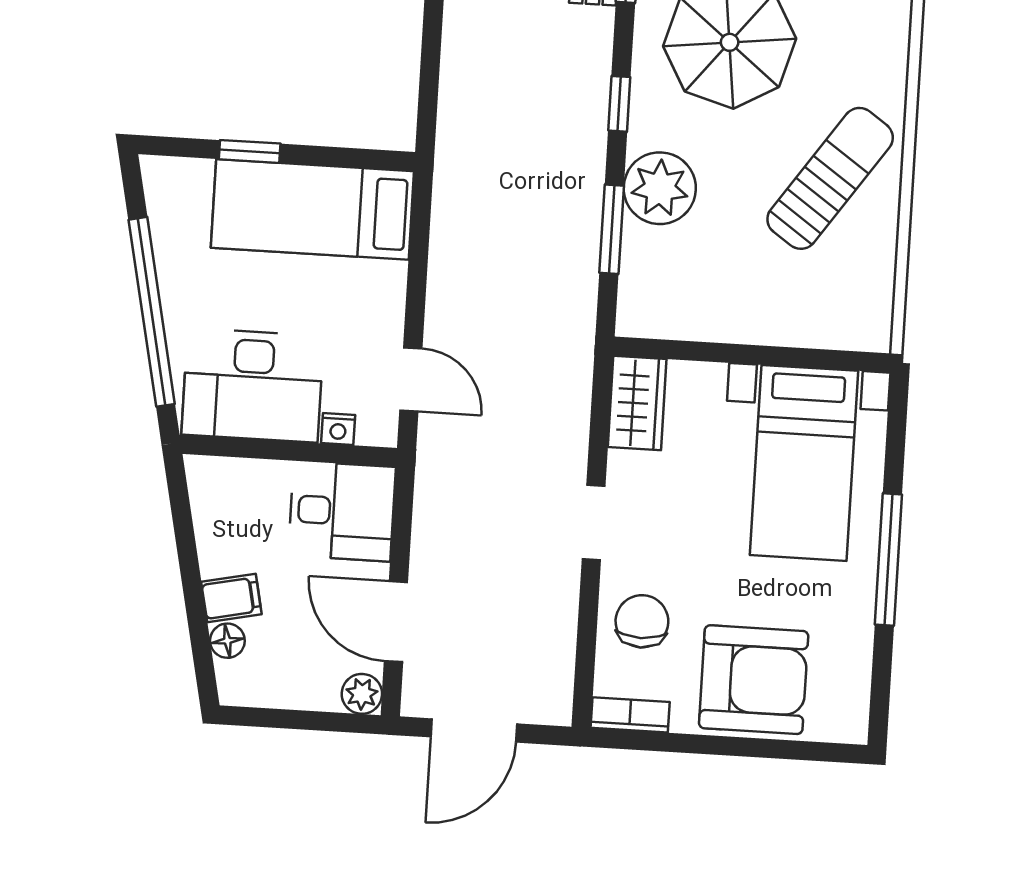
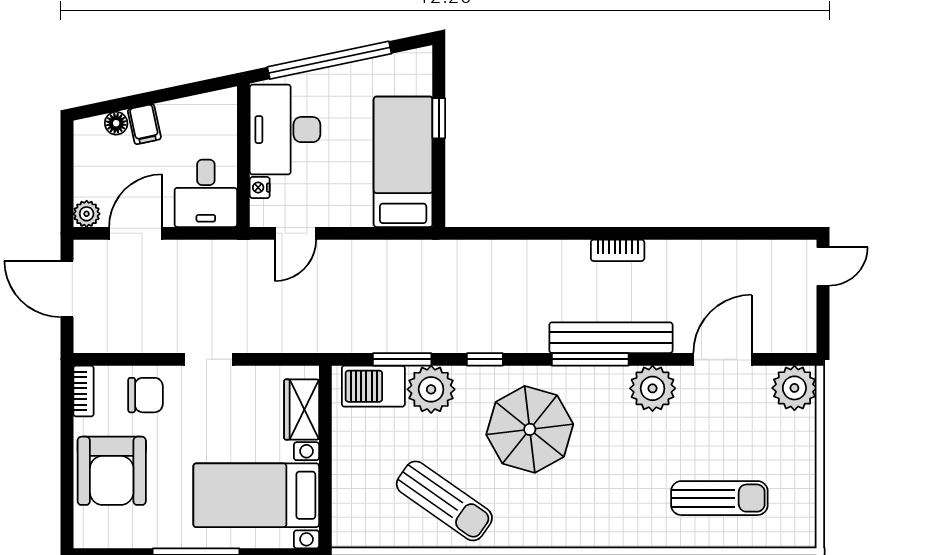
barbecue: (650, 275) -> (373, 386), added
wardrobe: (637, 403) -> (302, 409), moved, turned 90

